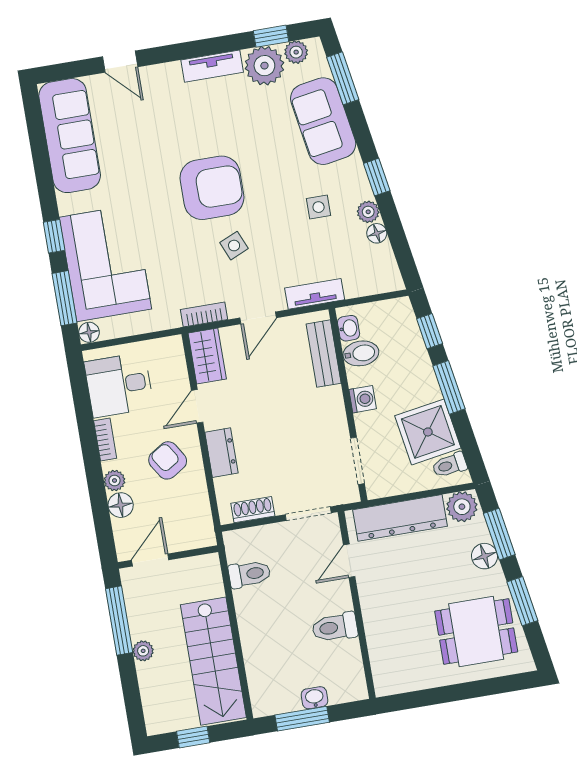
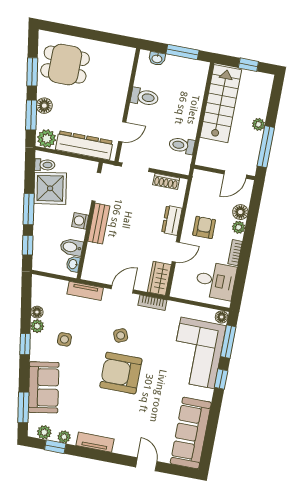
plant: (264, 66) -> (64, 437), width x0.53, depth x0.53
bench: (324, 354) -> (99, 224), moved
armchair: (168, 460) -> (204, 227), turned -148
washbasin: (314, 698) -> (157, 59), moved

